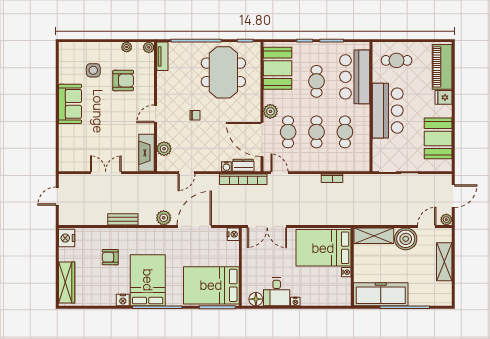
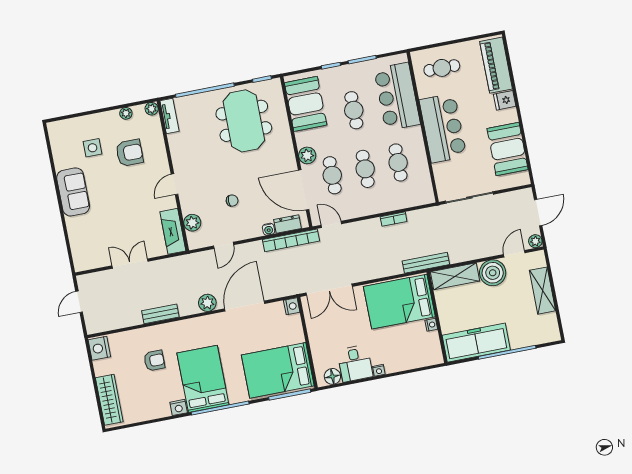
chair: (195, 115) -> (232, 201), moved
bench: (352, 220) -> (426, 263), added
armchair: (110, 257) -> (154, 361), turned 180

